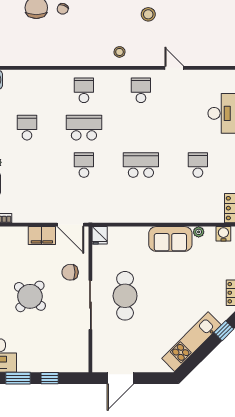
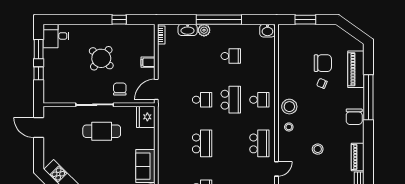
stool: (93, 51) -> (289, 107), added
school desk: (141, 90) -> (259, 143), width x1.85
filing cabinet: (42, 235) -> (148, 62), width x0.50
fridge: (100, 235) -> (146, 117), width x1.88, depth x1.34

